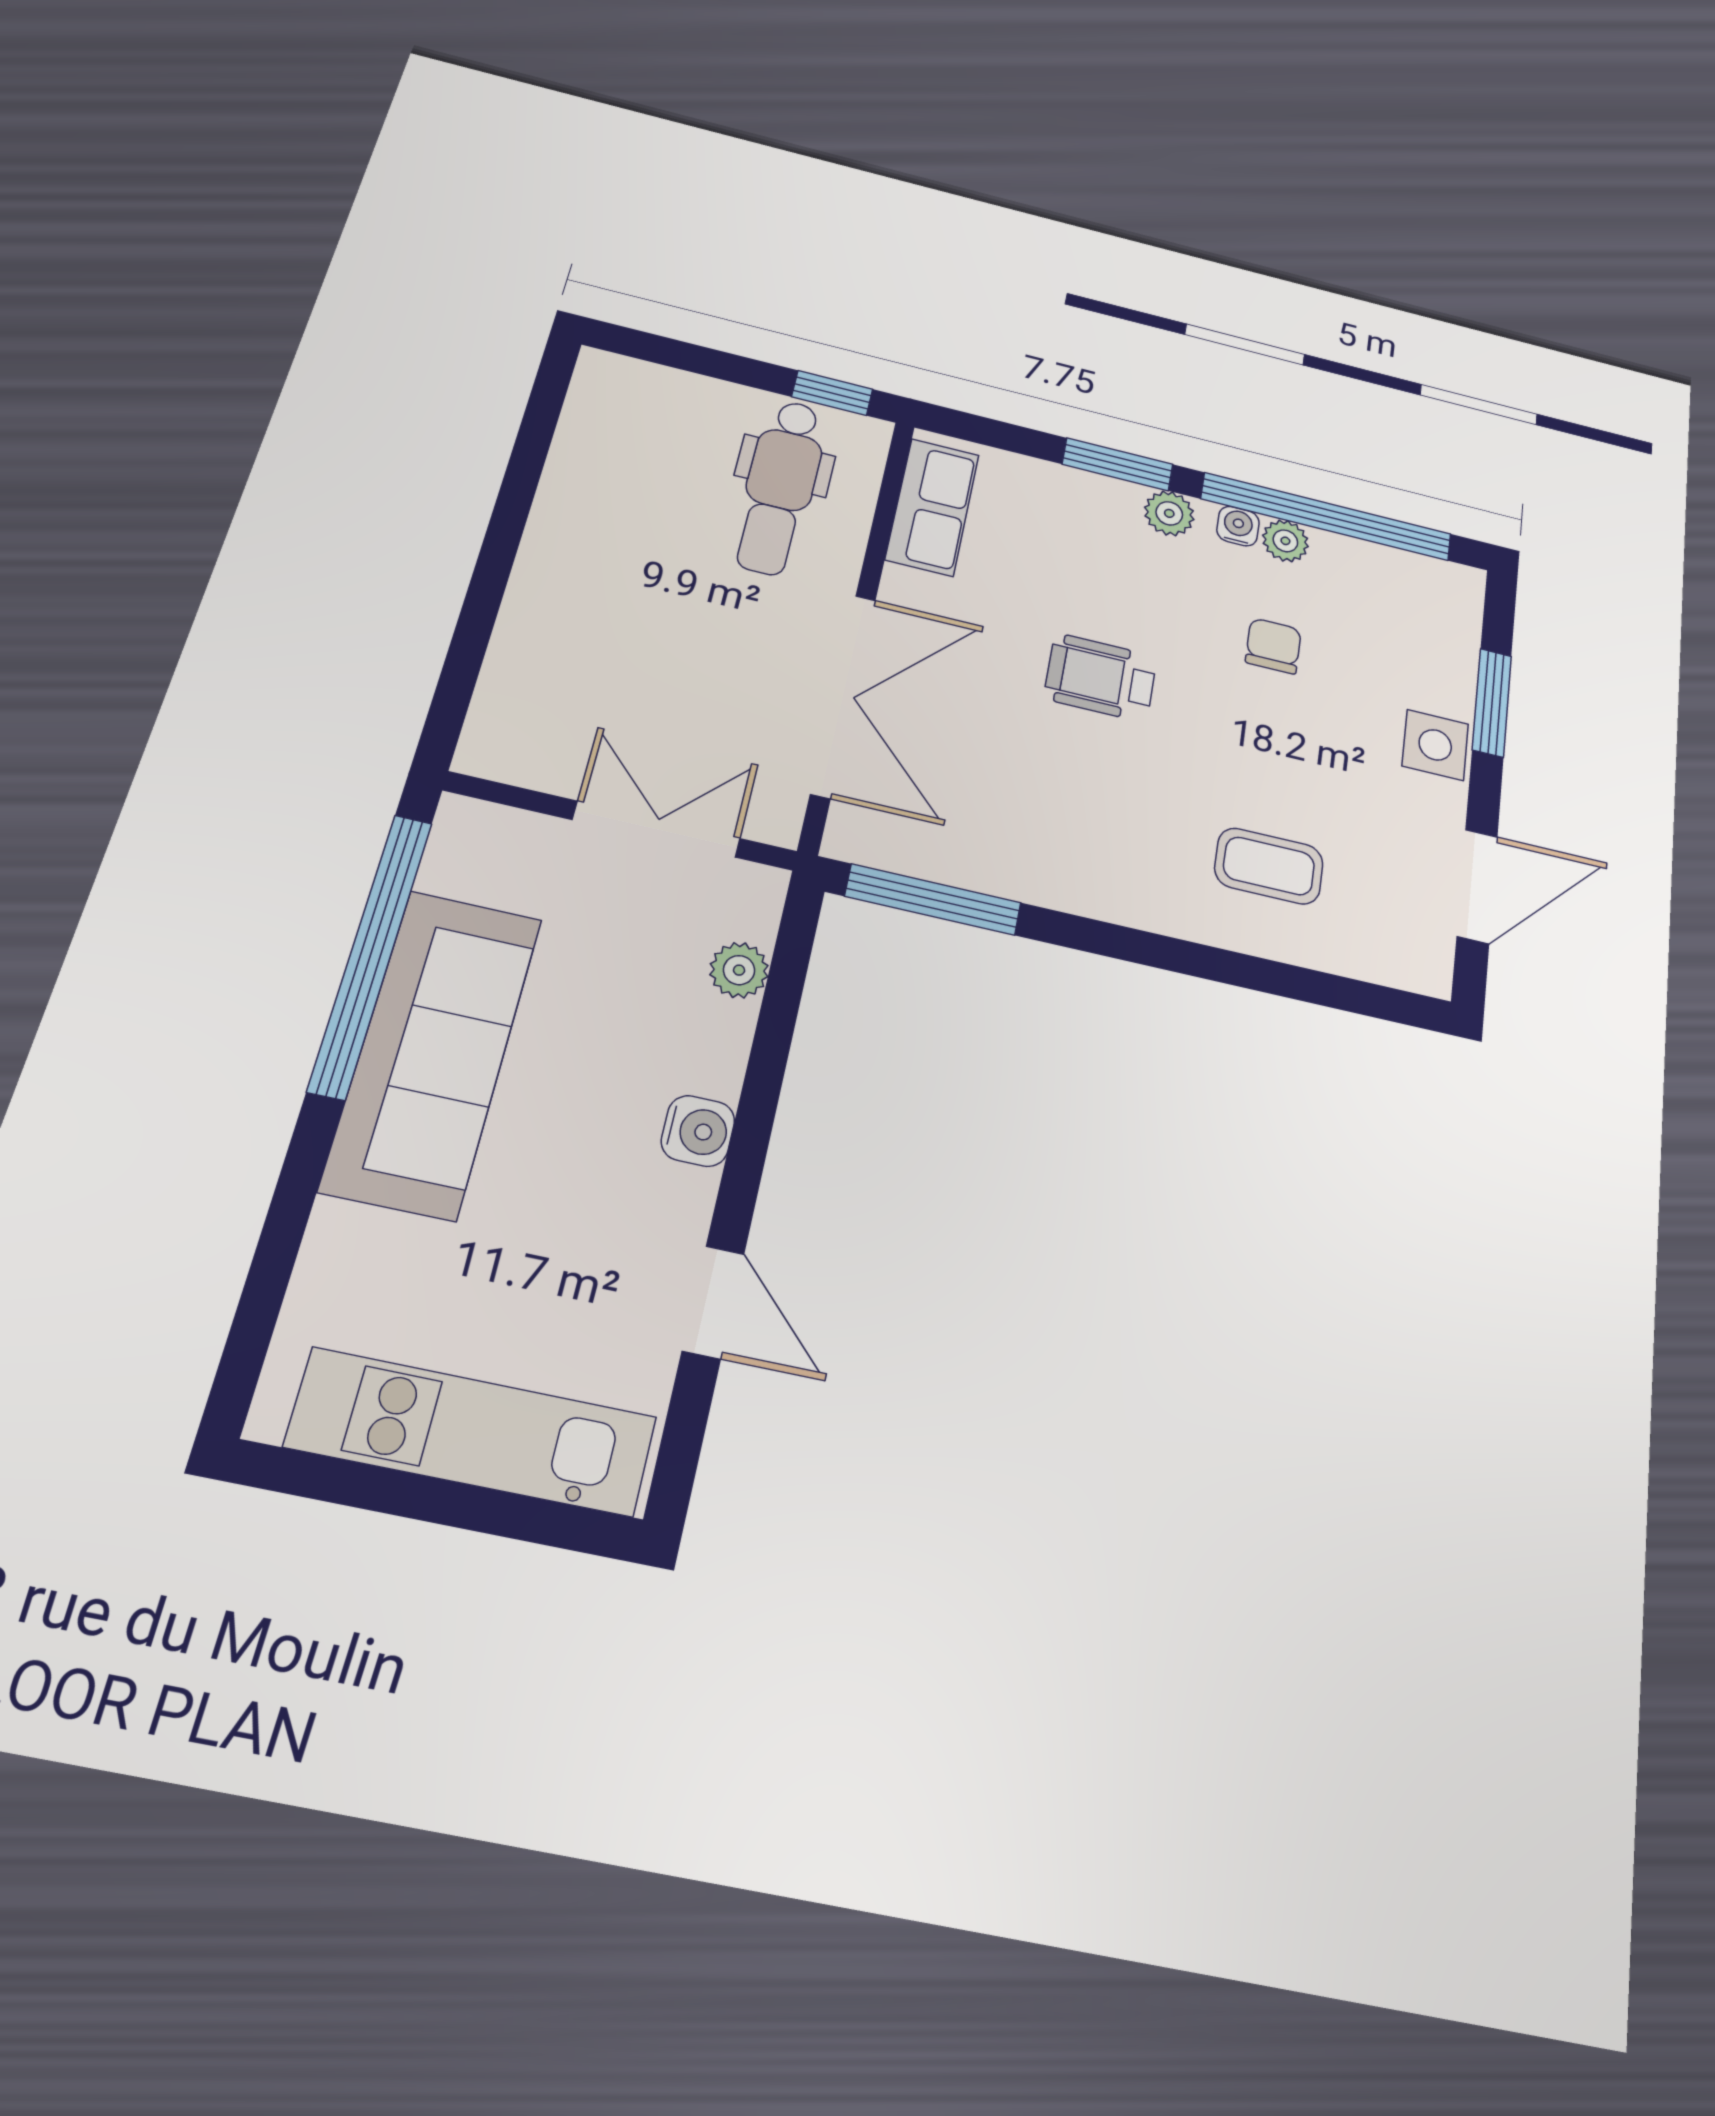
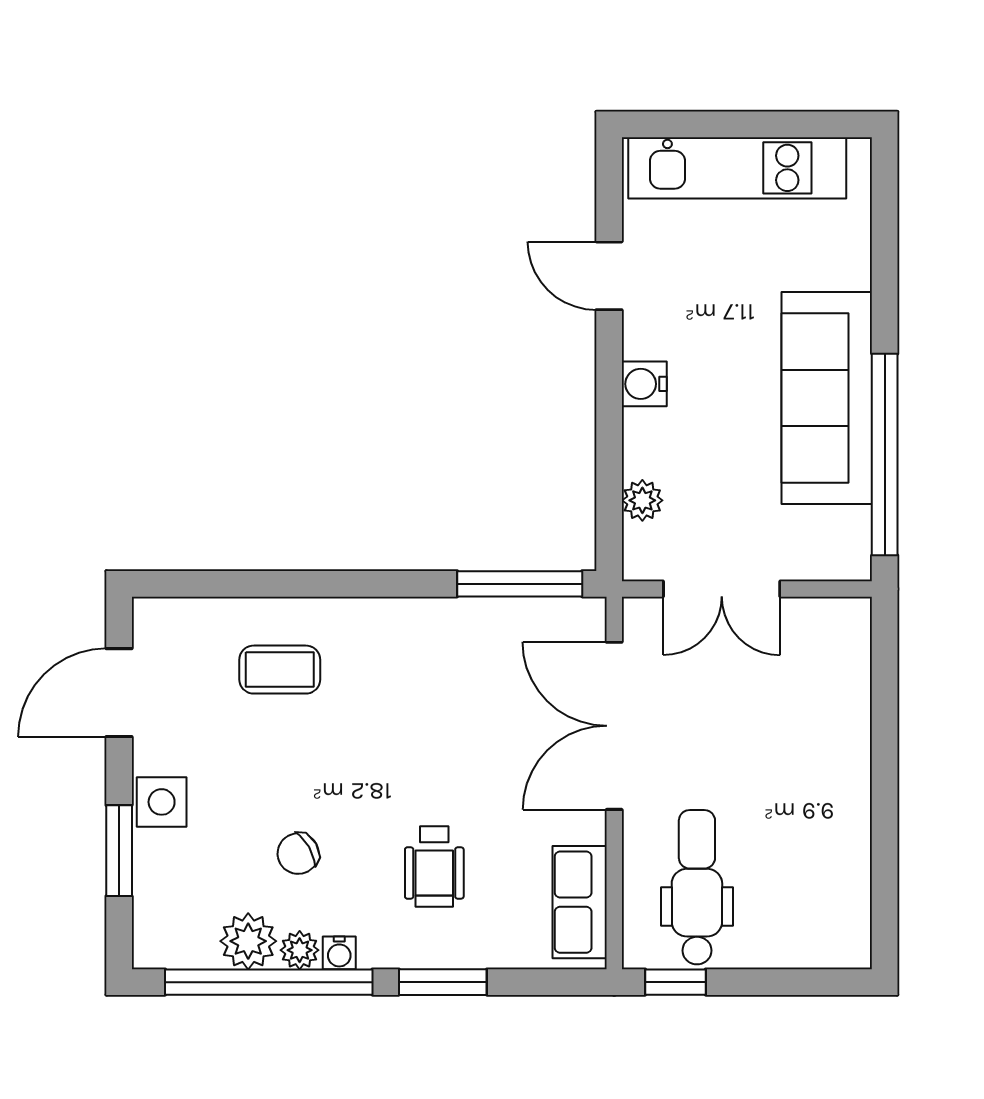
plant: (1169, 513) -> (248, 941), moved, width x1.38, depth x1.38
chair: (1273, 646) -> (298, 854), turned 60
wheelchair: (1101, 678) -> (434, 867), moved, turned 90

